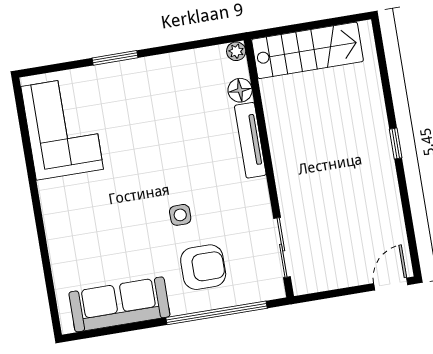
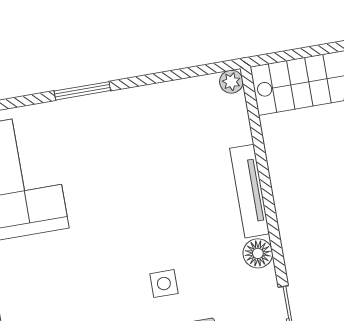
floor lamp: (240, 90) -> (258, 253), moved

